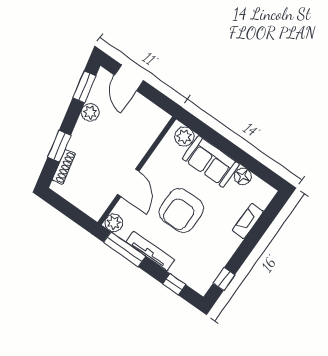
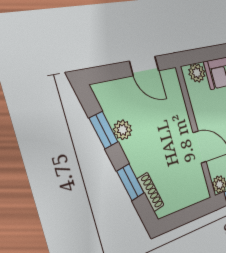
door: (129, 78) -> (144, 66), moved
window: (84, 87) -> (104, 130), moved

